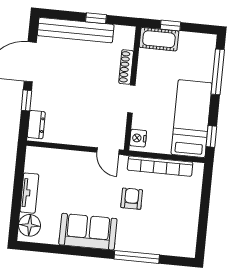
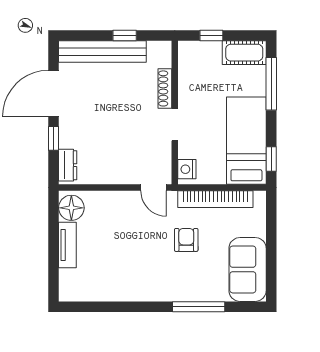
cot: (159, 39) -> (244, 53), moved
floor lamp: (30, 225) -> (71, 208), moved
sofa: (88, 232) -> (248, 269), moved, turned -90

